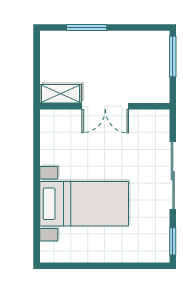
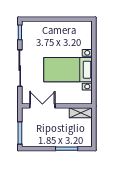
double door: (105, 106) -> (42, 106), moved
bed with nightstands: (84, 204) -> (68, 70), moved

